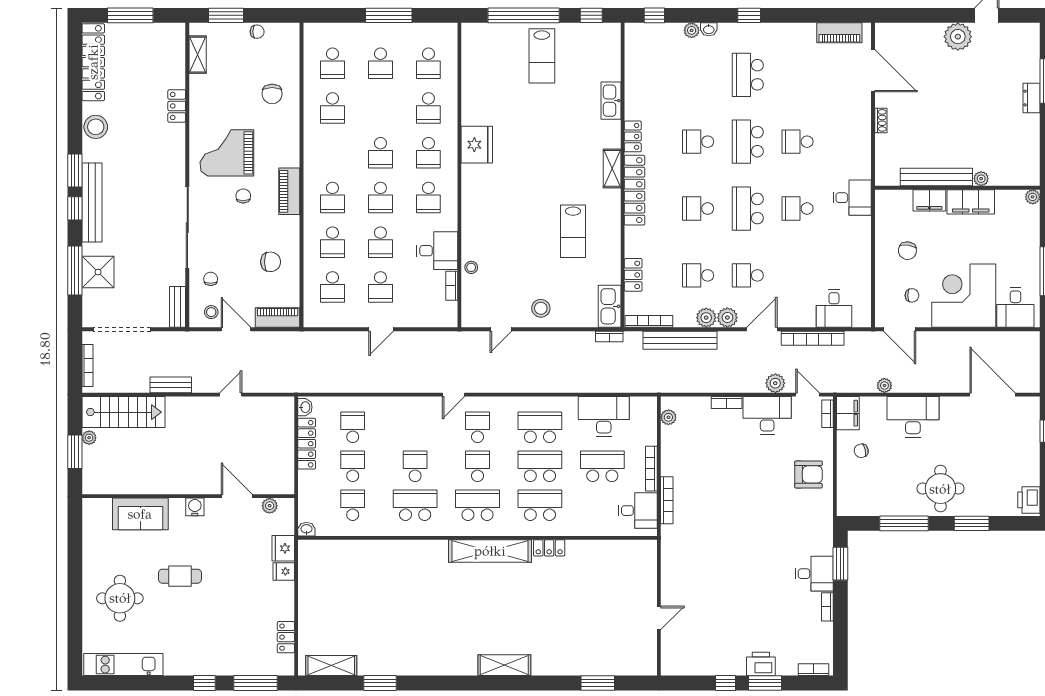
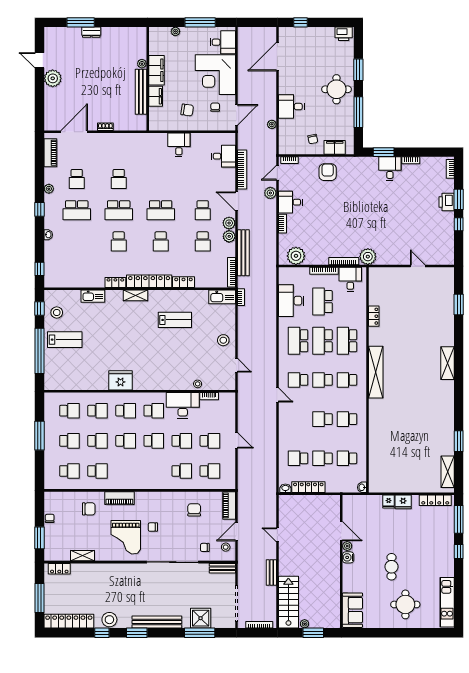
plant: (692, 30) -> (49, 189), moved
stool: (585, 43) -> (57, 312), added
shelving: (198, 55) -> (83, 556), moved
locker: (177, 106) -> (59, 569), moved
piano: (289, 191) -> (119, 498), moved
school desk: (332, 197) -> (98, 441), moved
plant: (1033, 197) -> (175, 31), moved
desk: (852, 198) -> (179, 145), moved
window: (75, 208) -> (102, 633), moved
school desk: (797, 209) -> (77, 179), moved
desk: (437, 251) -> (183, 405), width x1.37
locker: (633, 275) -> (183, 282), moved
filing cabinet: (848, 413) -> (335, 147), moved
desk: (767, 415) -> (290, 202), width x0.73
plant: (668, 417) -> (296, 256), width x1.88, depth x1.88
desk: (913, 417) -> (291, 107), width x0.73
door: (237, 496) -> (341, 531), swing flipped
school desk: (415, 505) -> (347, 419), width x0.54
school desk: (478, 505) -> (347, 380), width x0.54
plant: (270, 506) -> (347, 546), moved
sofa: (140, 514) -> (352, 610), moved
plant: (674, 538) -> (368, 257), added
fridge: (283, 548) -> (403, 502), moved
locker: (549, 548) -> (374, 316), moved
locker: (286, 637) -> (435, 500), width x1.53

